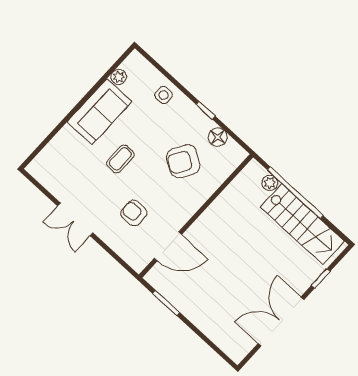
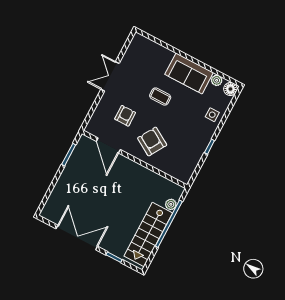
floor lamp: (218, 137) -> (230, 89), moved
armchair: (183, 161) -> (152, 142), moved

